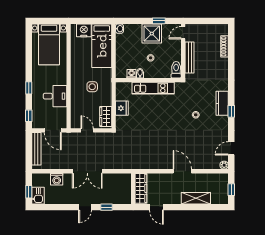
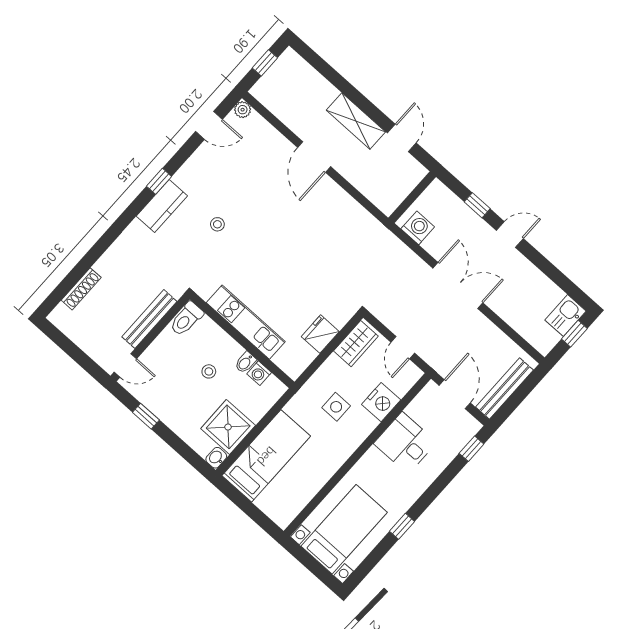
nightstand: (84, 30) -> (381, 402), moved, turned -90
shower: (152, 34) -> (228, 427), moved
window: (29, 88) -> (402, 526), moved
washing machine: (57, 179) -> (418, 228), moved
wardrobe: (141, 188) -> (400, 187), removed
shelving: (196, 198) -> (356, 121), moved

